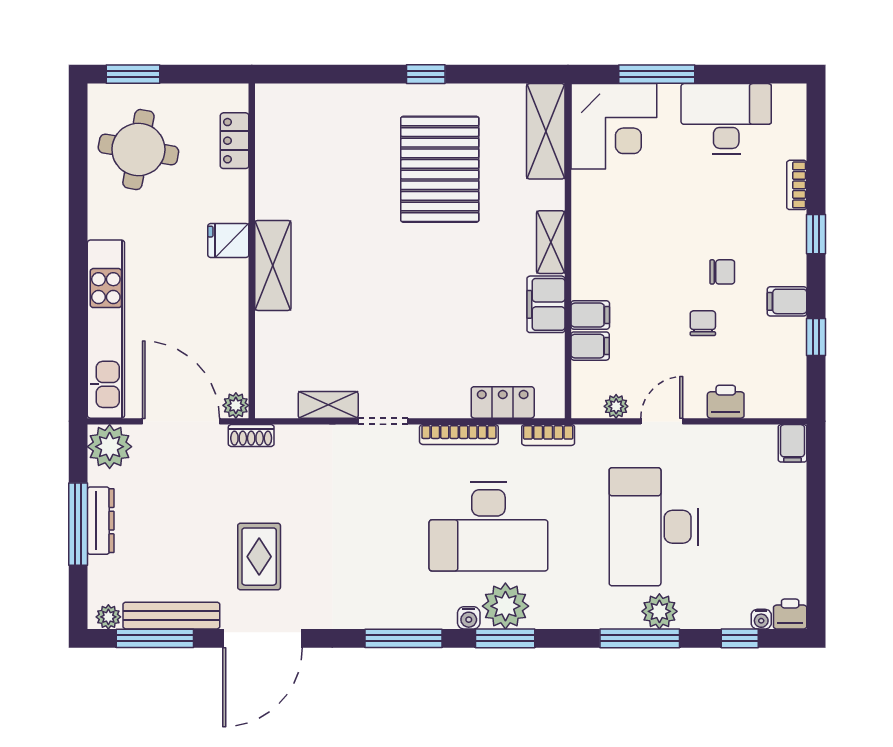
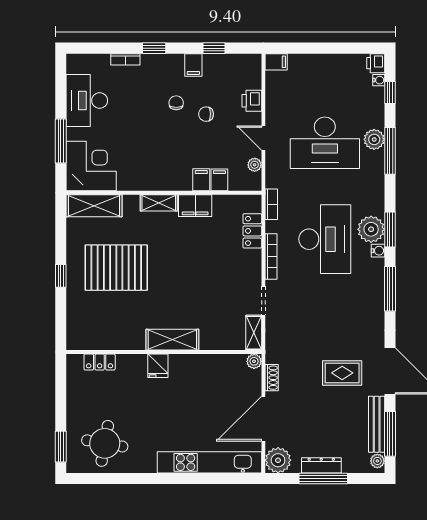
locker: (235, 141) -> (100, 362), moved
fridge: (228, 240) -> (158, 366), moved
wall: (252, 251) -> (164, 352), moved
shelving: (273, 265) -> (172, 340), moved
plant: (236, 405) -> (254, 361), moved

